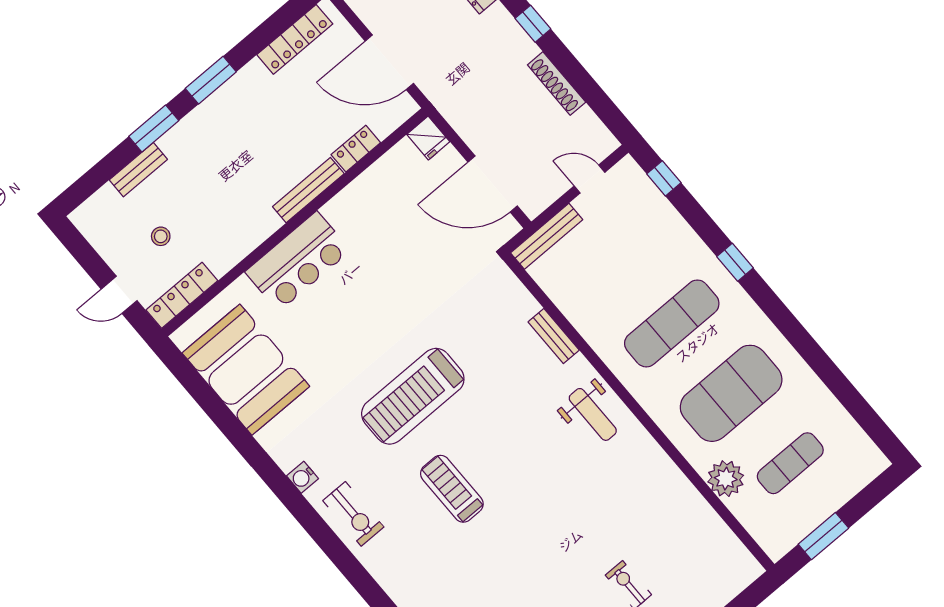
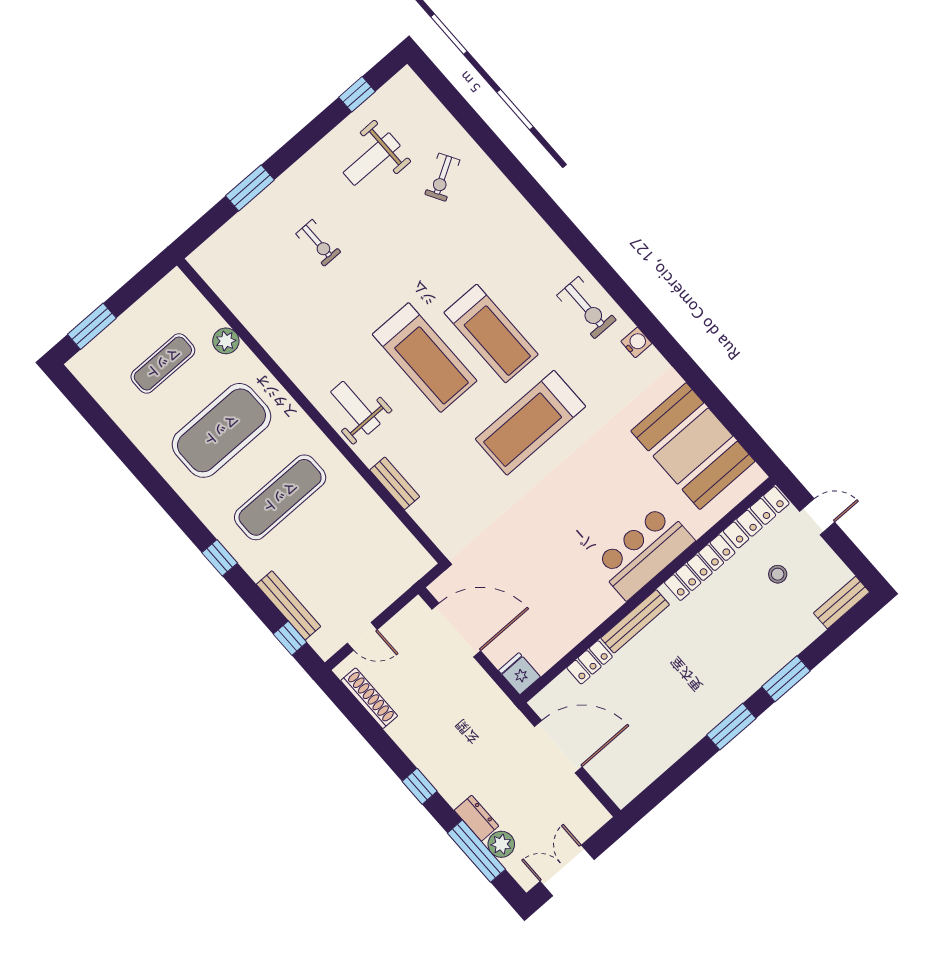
locker: (295, 39) -> (700, 568), moved, turned 180
shoe rack: (557, 83) -> (369, 698), moved
bench: (138, 170) -> (842, 603), moved
bench: (547, 236) -> (288, 605), moved, turned 90
treadmill: (413, 396) -> (530, 423), turned 180
treadmill: (521, 465) -> (425, 358), added
plant: (726, 479) -> (226, 341), width x0.73, depth x0.73
treadmill: (452, 489) -> (491, 334), width x1.37, depth x1.38
exercise bike: (353, 514) -> (586, 308), turned 180
window: (823, 536) -> (92, 326), moved

